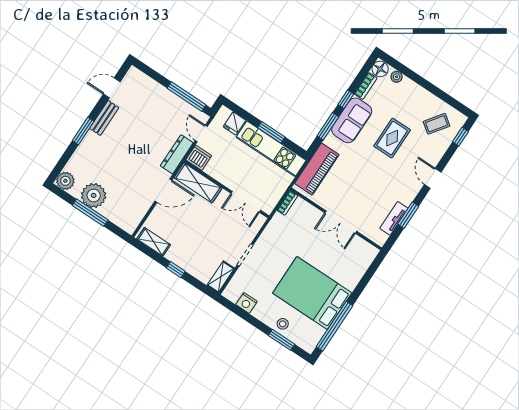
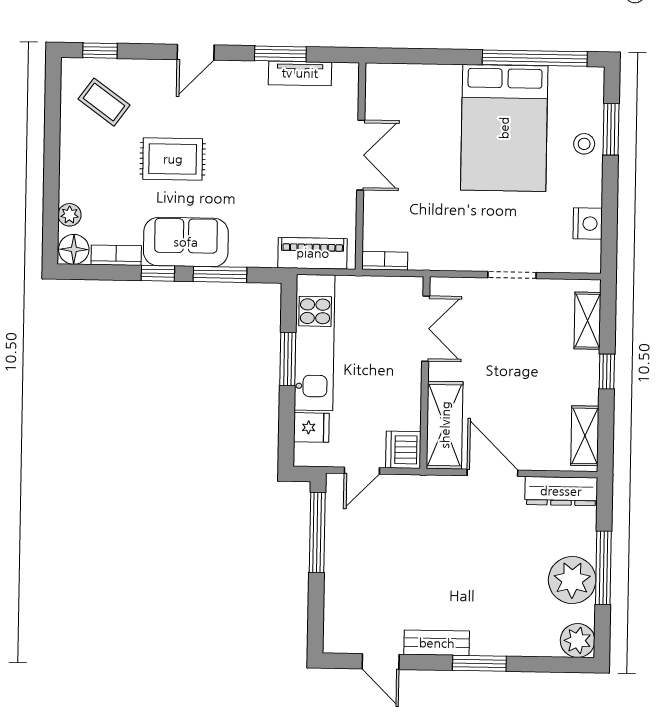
dresser: (177, 154) -> (561, 491), moved
piano: (317, 169) -> (313, 253), width x0.73, depth x0.75
shelving: (221, 277) -> (588, 321), moved, turned 90

